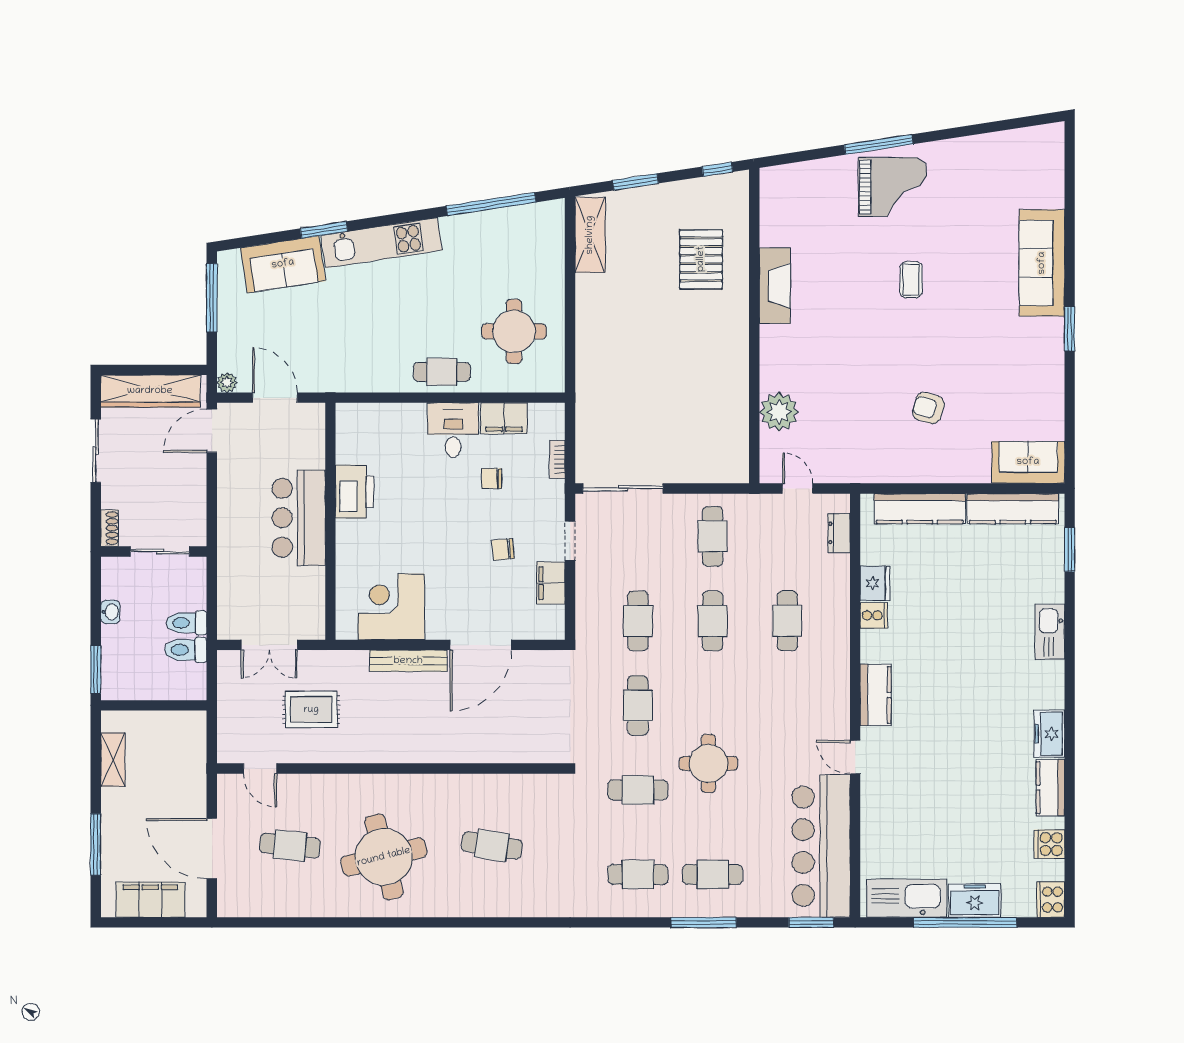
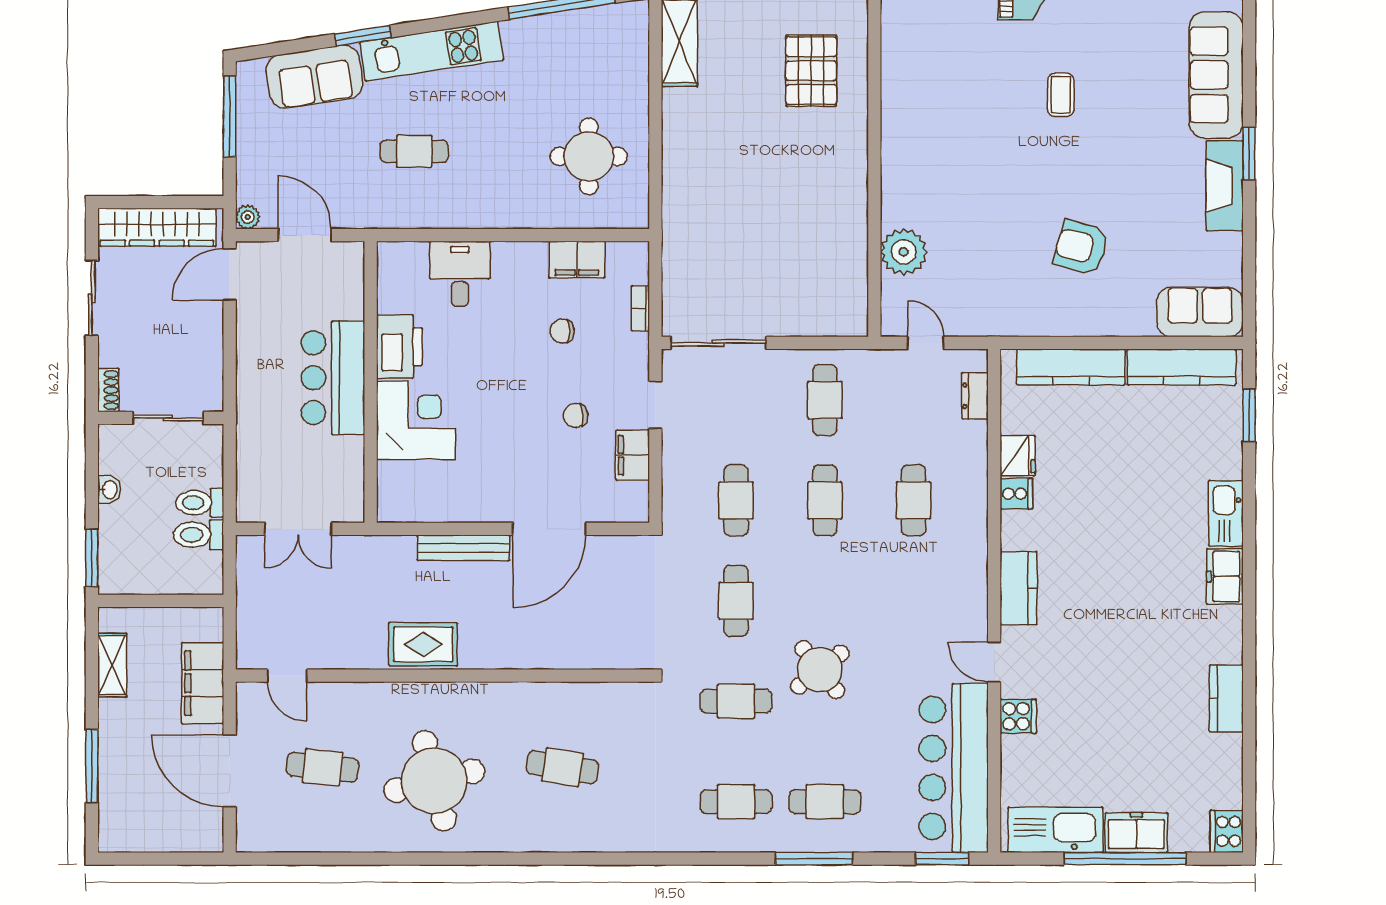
fireplace: (775, 286) -> (1225, 186), moved, turned 180
cafe table: (442, 372) -> (414, 151), moved
armchair: (928, 408) -> (1081, 247), width x1.38, depth x1.38
desk: (453, 430) -> (460, 274), moved
corner desk: (391, 607) -> (416, 420), moved, turned 90
rug: (311, 710) -> (423, 644), moved
freezer: (1049, 734) -> (1225, 576), moved
round table: (708, 763) -> (820, 670), turned -38
cooker: (1049, 844) -> (1018, 716), moved, turned 180
filing cabinet: (150, 900) -> (203, 683), moved, turned -90

